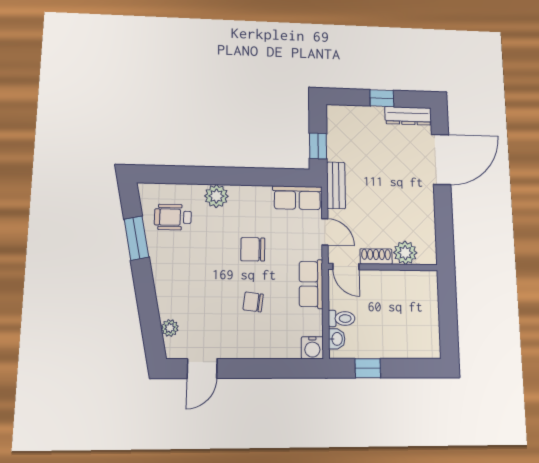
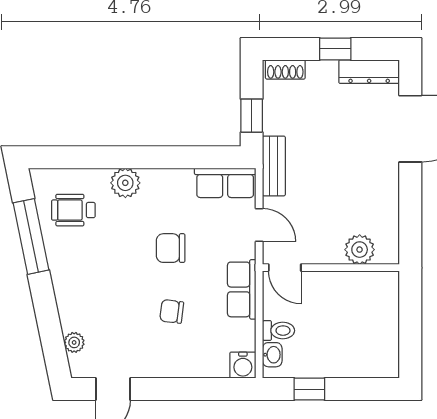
window: (136, 238) -> (31, 236), width x1.44
shoe rack: (376, 256) -> (285, 69), moved, turned 180

